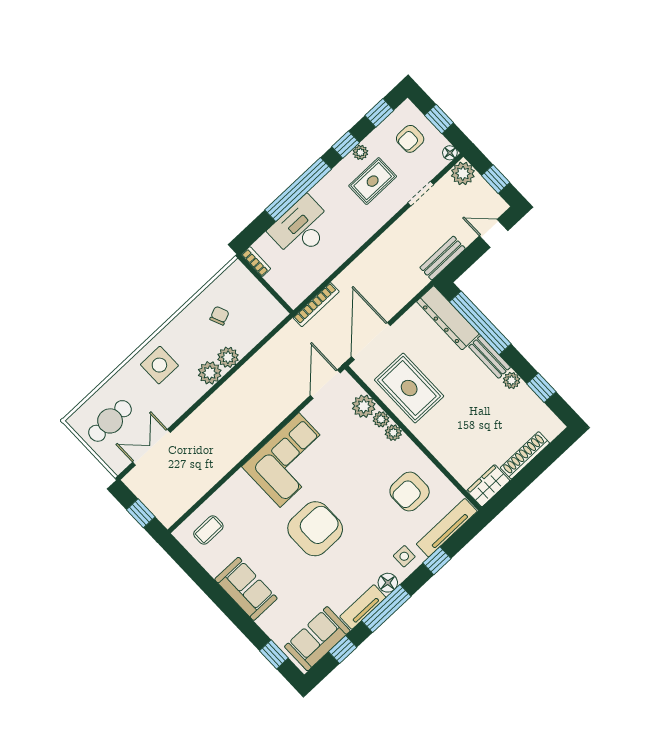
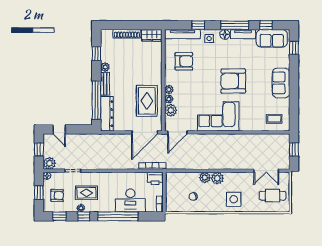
bench: (443, 258) -> (87, 138), removed
printer: (296, 291) -> (155, 178), added

